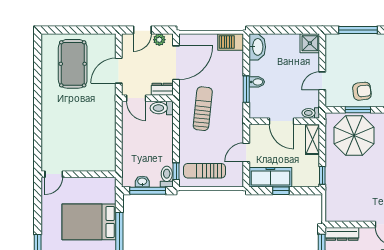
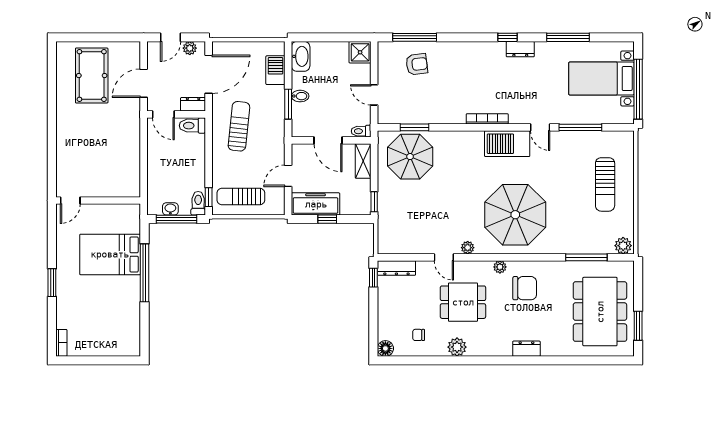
barbecue: (231, 42) -> (275, 70), moved, turned 90
door: (322, 81) -> (374, 95), hinge flipped
armchair: (362, 91) -> (417, 64), moved

